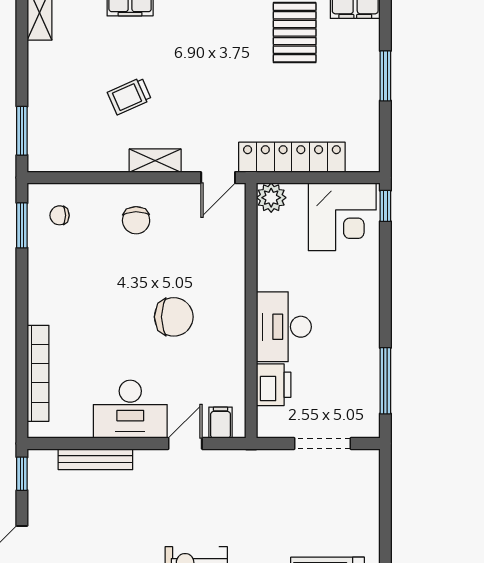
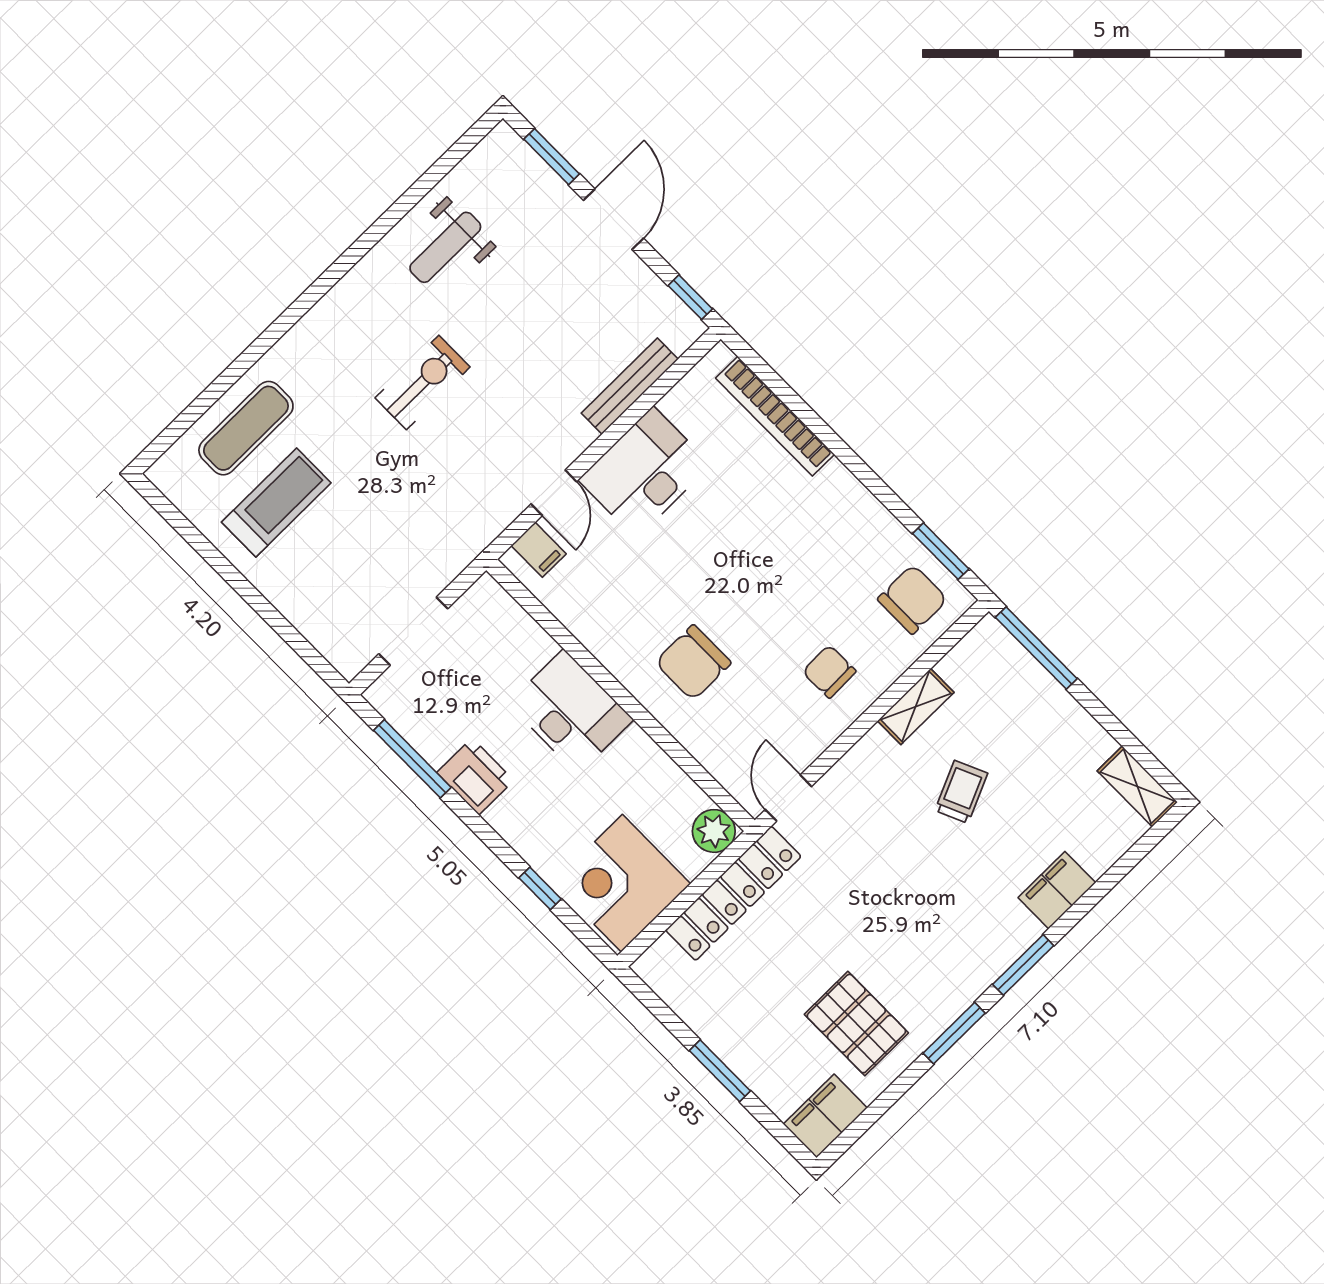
window: (22, 131) -> (1036, 648), width x1.44
shelving: (155, 161) -> (916, 707), moved
window: (385, 206) -> (540, 888), moved
chair: (60, 215) -> (912, 599), width x1.87, depth x1.87
chair: (174, 317) -> (693, 663), moved
printer: (274, 385) -> (475, 776), moved, turned 180

